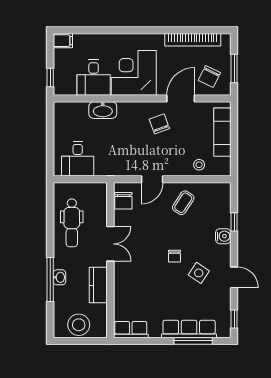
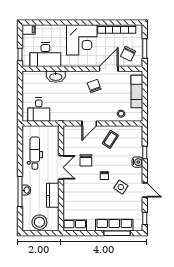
corner desk: (134, 73) -> (82, 40), moved, turned 180
desk: (94, 78) -> (45, 55), width x1.37
chair: (123, 201) -> (86, 160), moved
dental chair: (72, 223) -> (35, 153), turned 180

